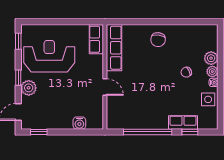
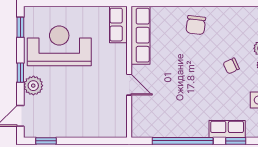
water cooler: (79, 123) -> (97, 130), removed

